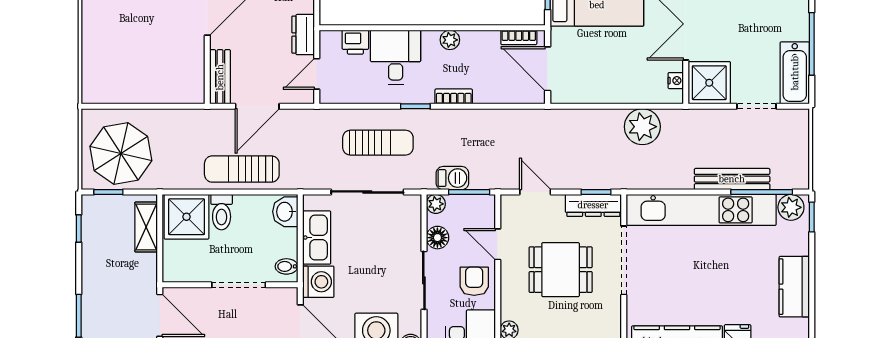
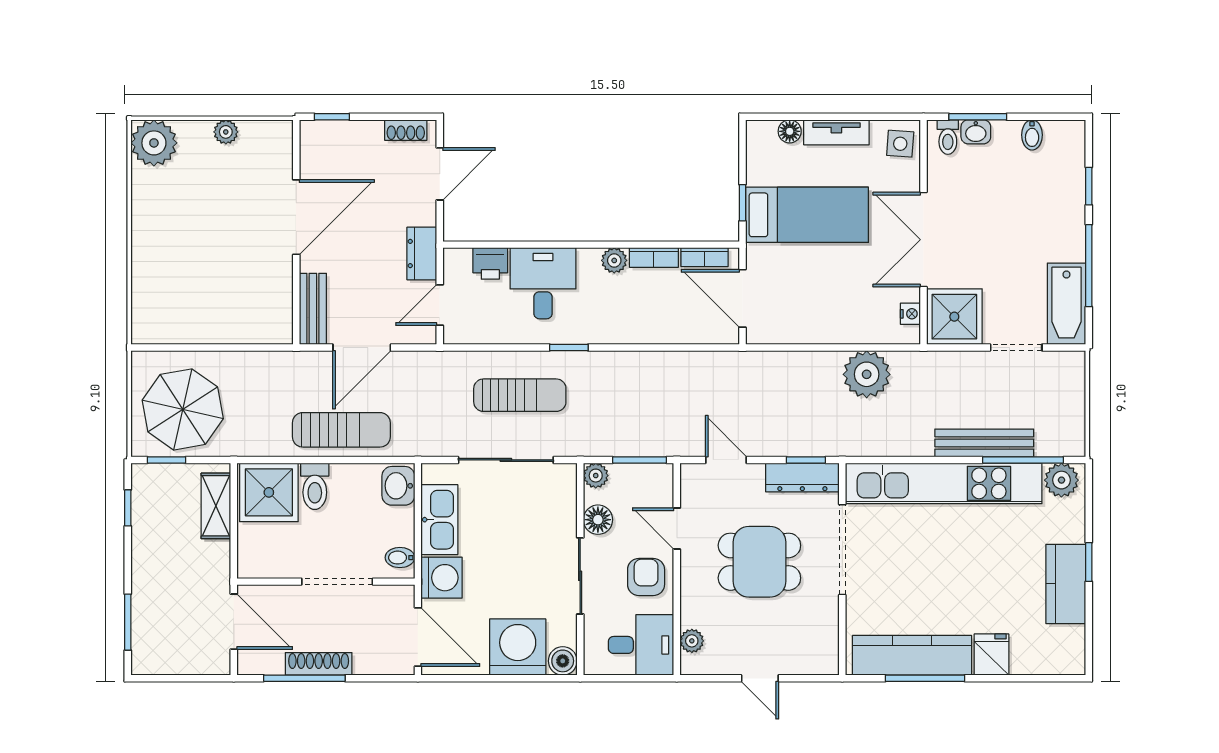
bookcase: (454, 96) -> (654, 258), moved, turned 180
sun lounger: (242, 169) -> (341, 430), turned 180
barbecue: (452, 178) -> (618, 442), removed
window: (812, 217) -> (1089, 562), moved

